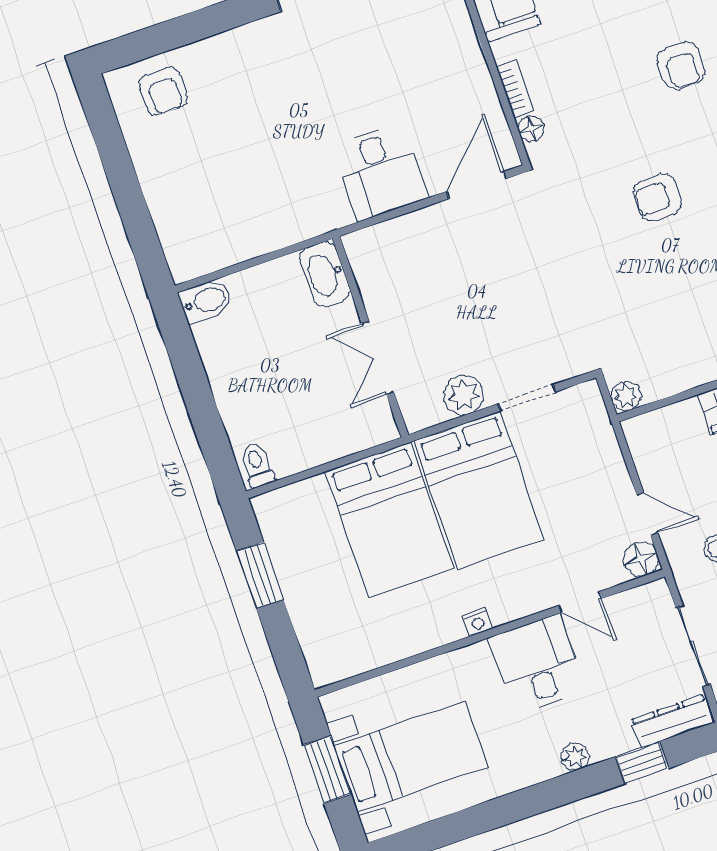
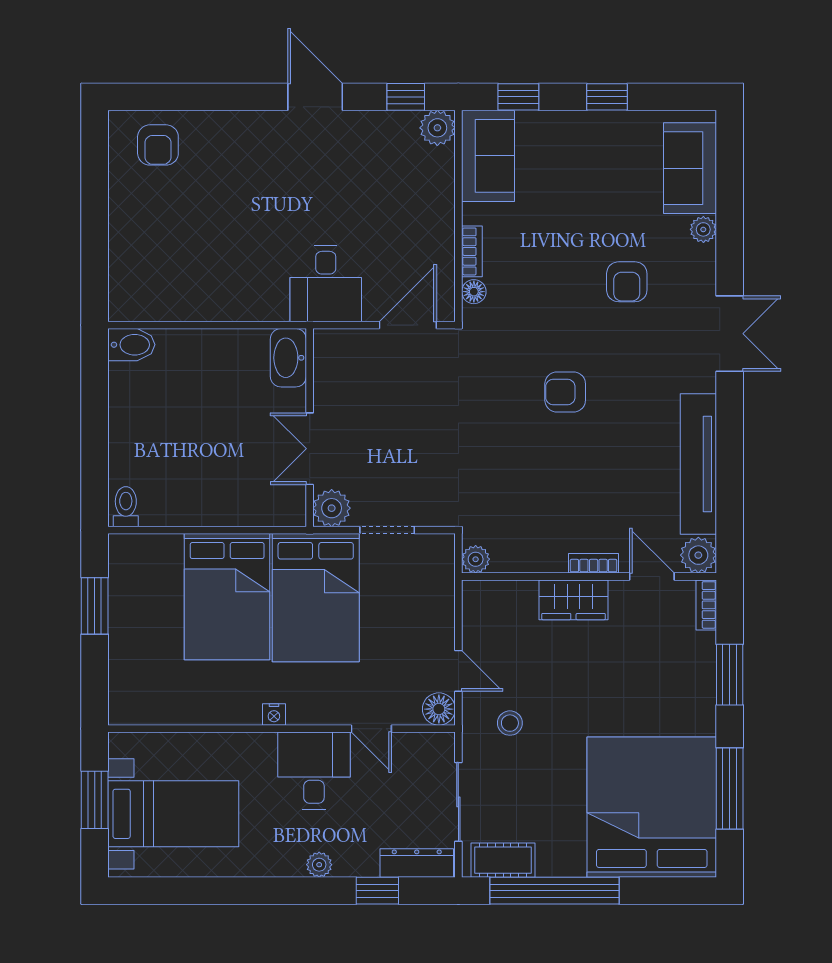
washbasin: (325, 274) -> (288, 358), moved
wall: (371, 337) -> (310, 428), moved
double door: (378, 358) -> (310, 449), moved

